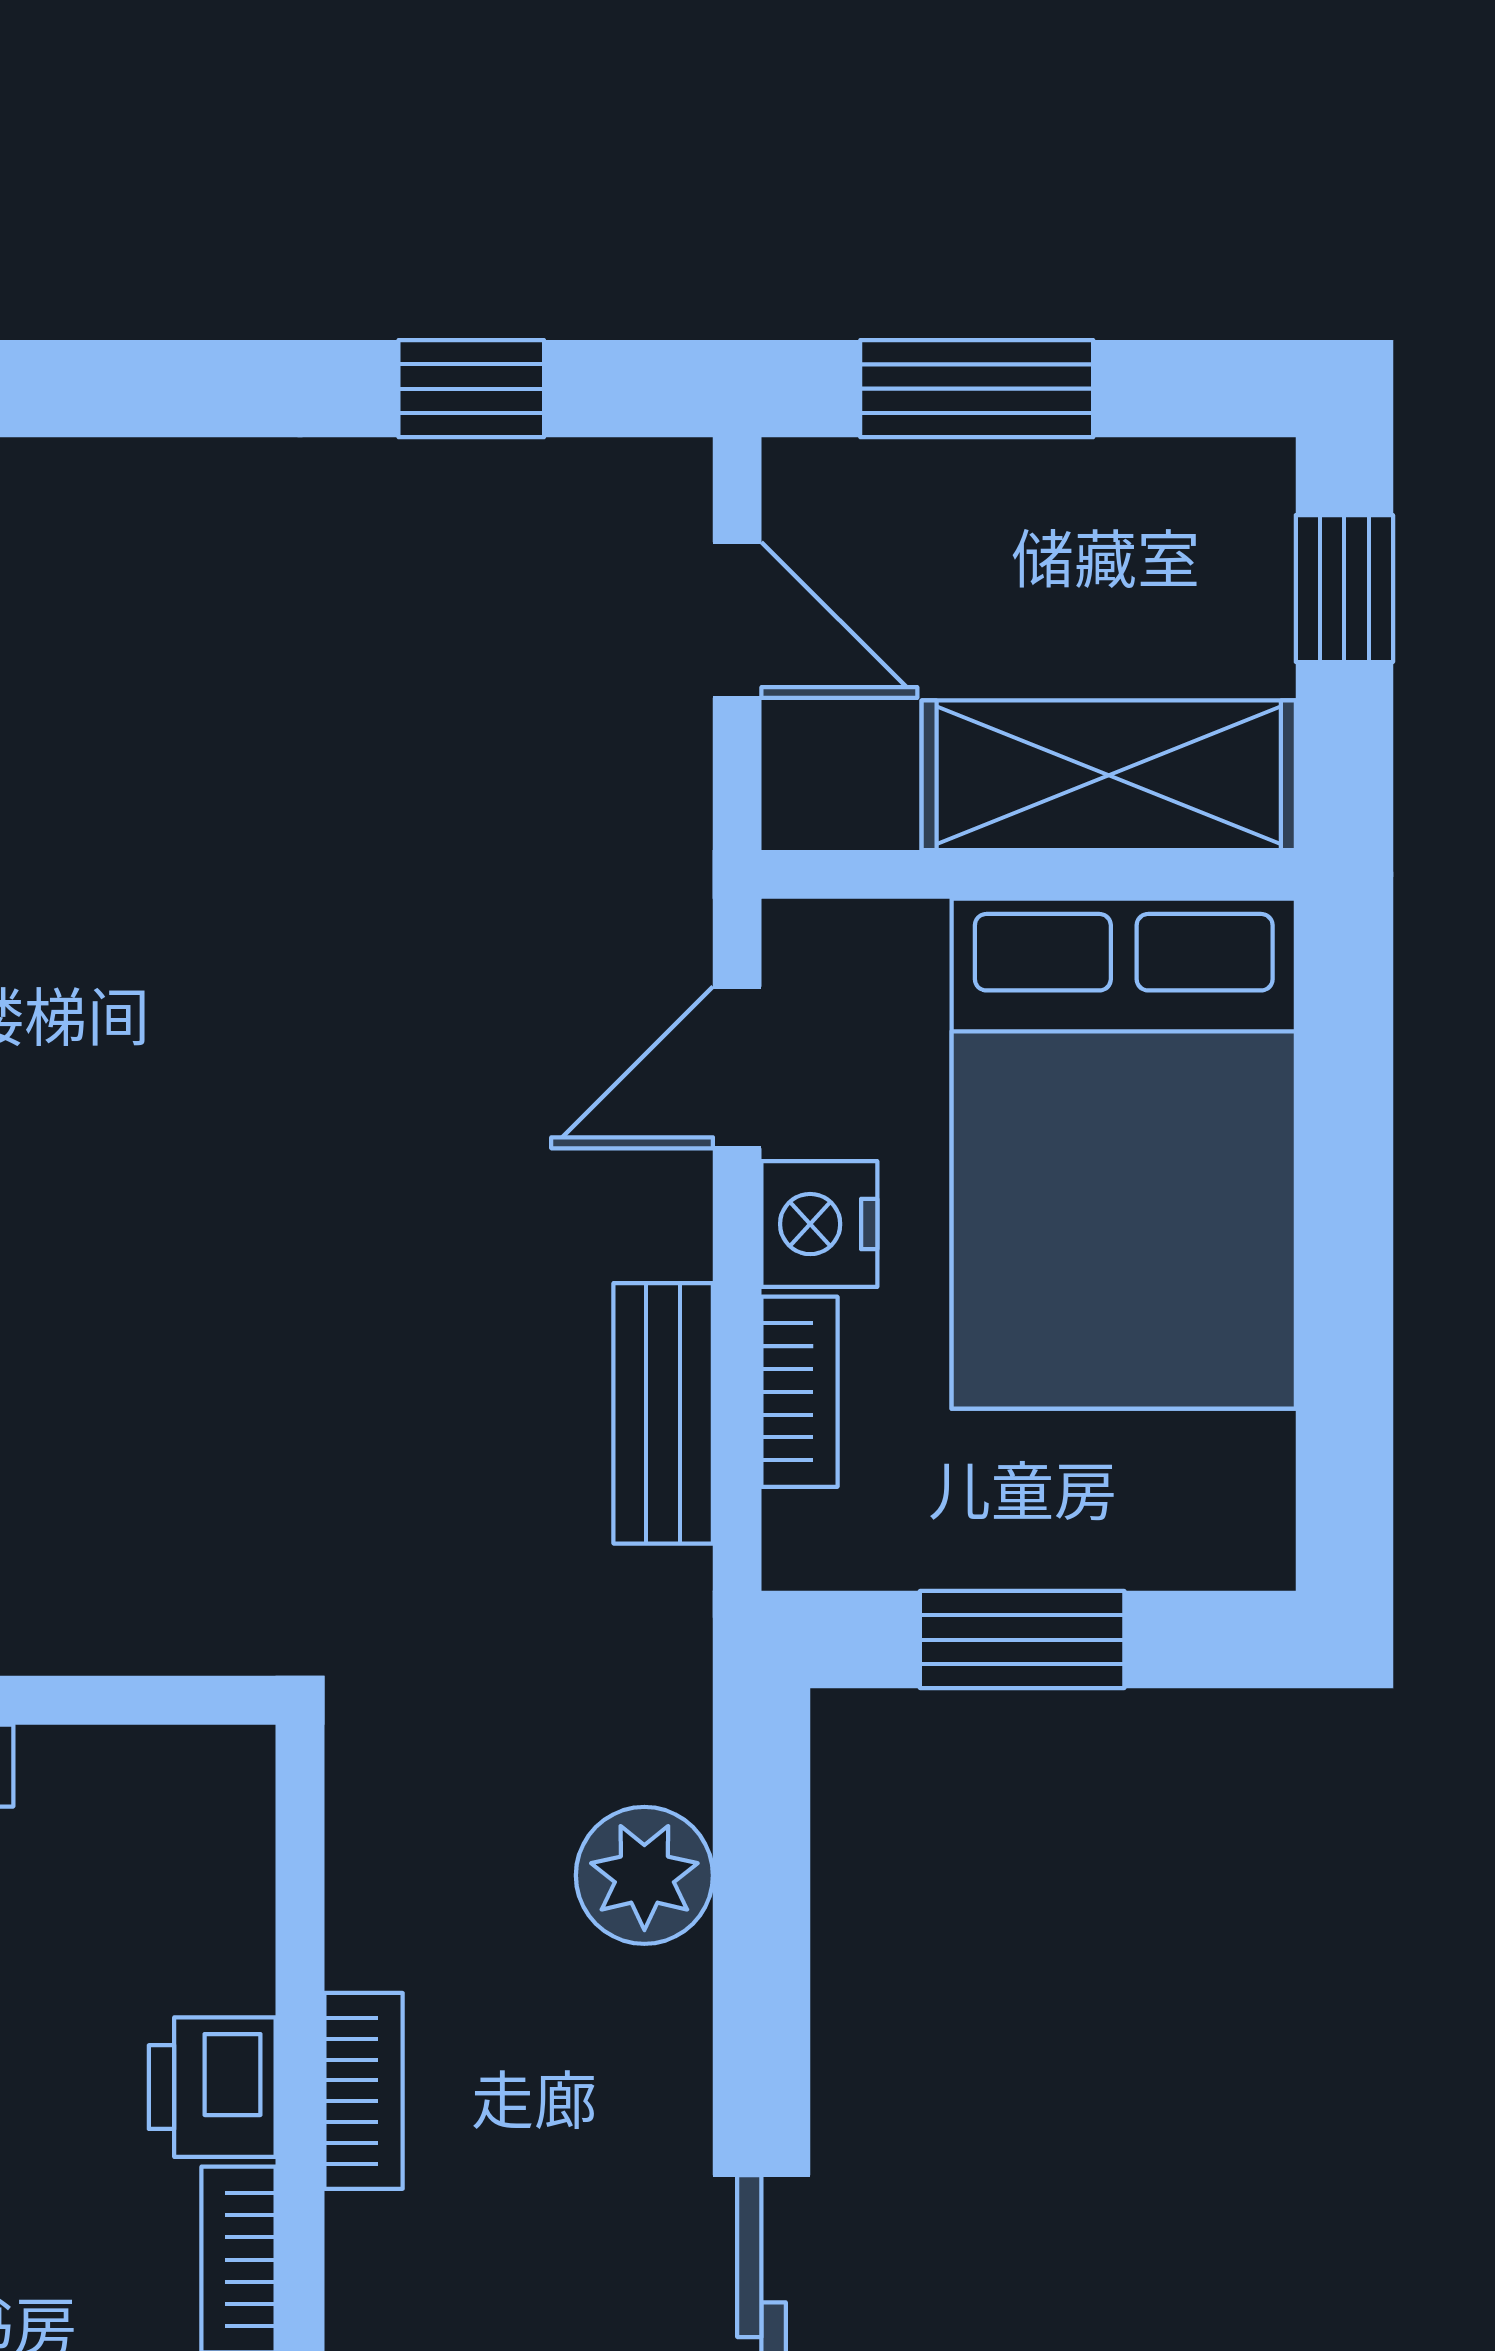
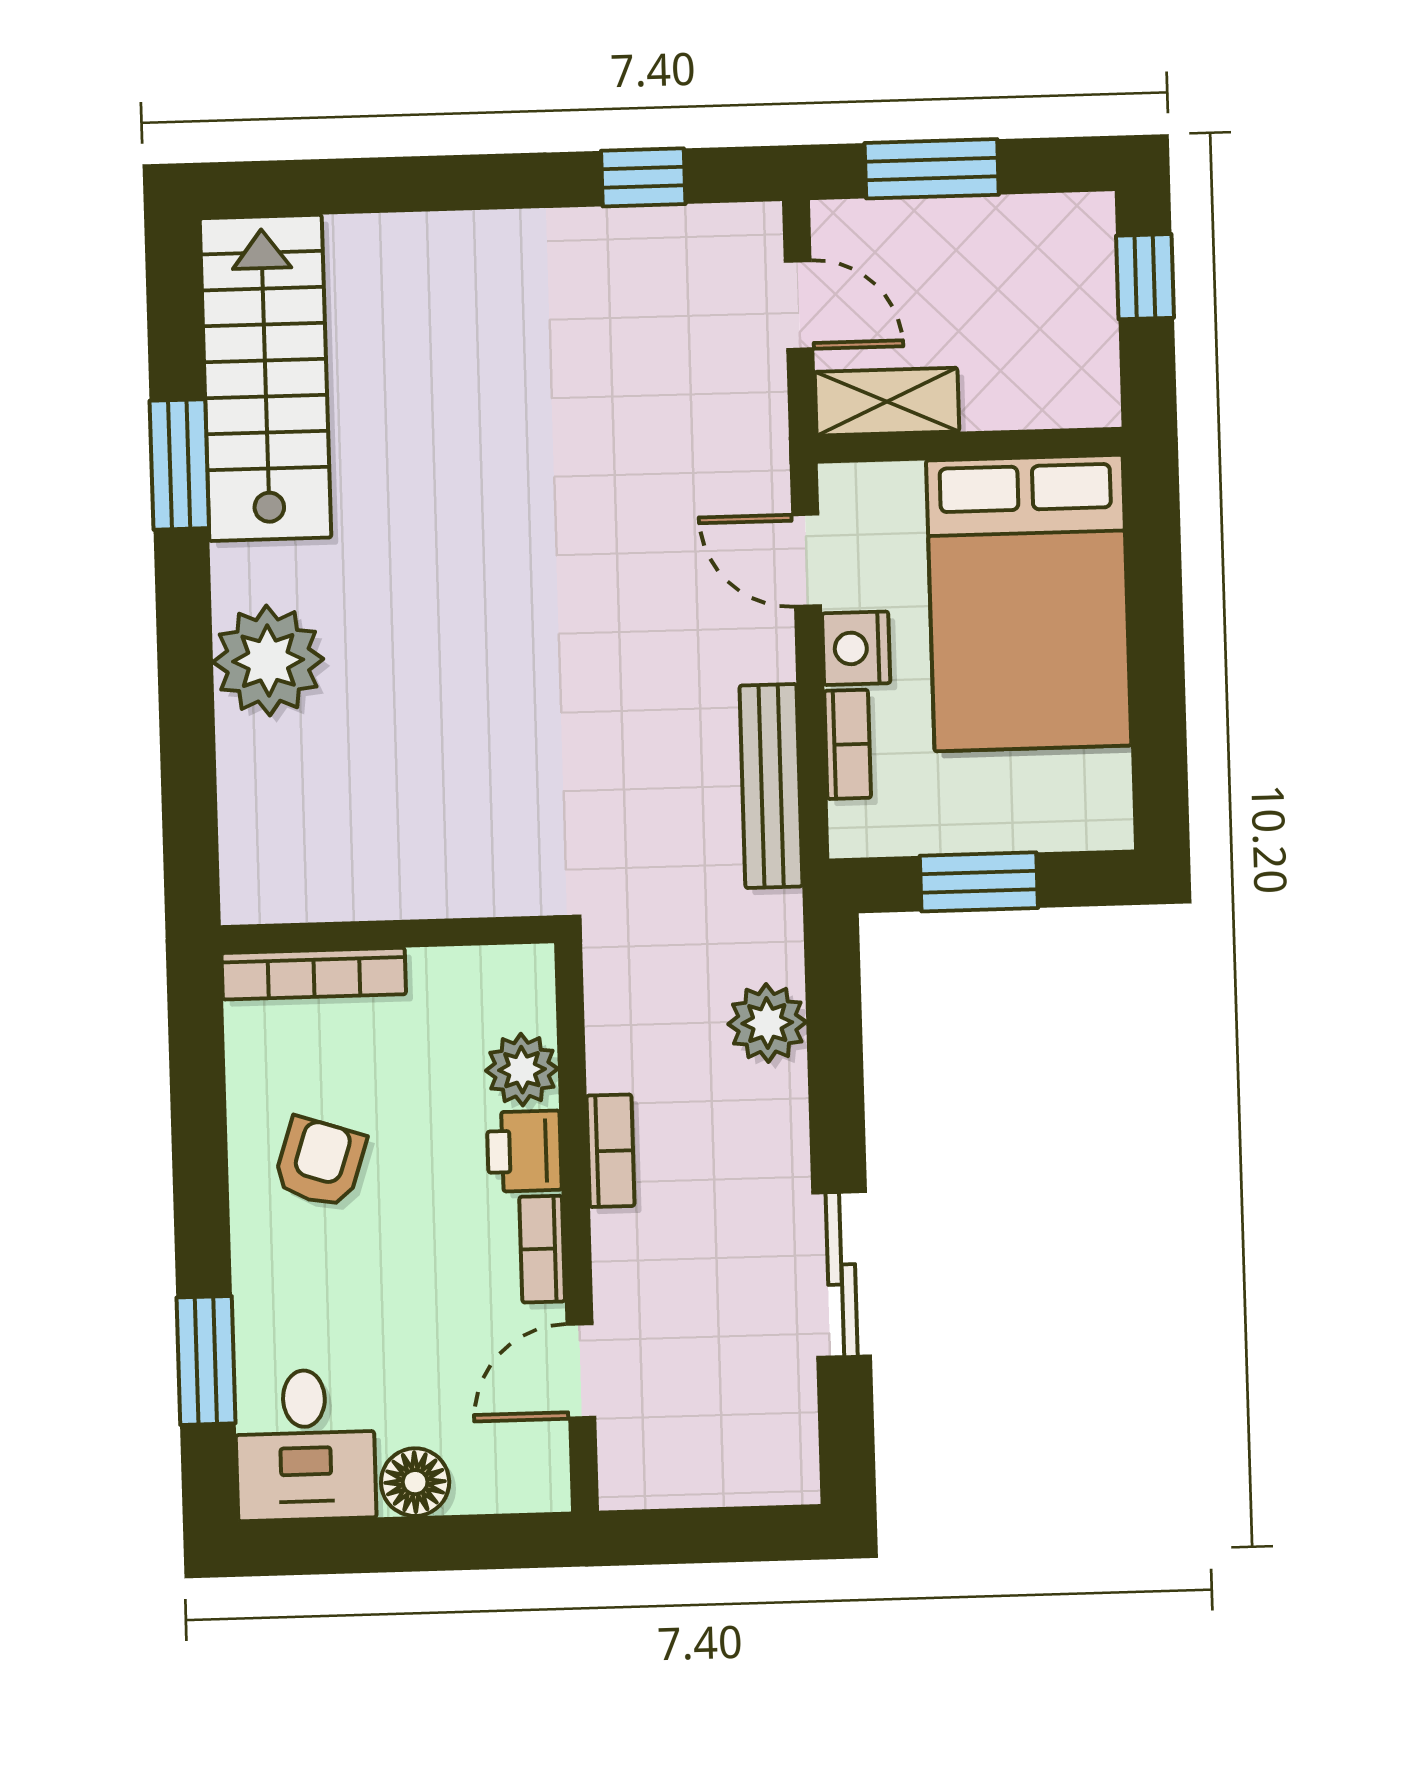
shelving: (1109, 775) -> (887, 402), moved, width x0.67, depth x0.75
door: (737, 1067) -> (807, 560), hinge flipped
bench: (663, 1413) -> (771, 786), width x1.36
plant: (213, 1944) -> (522, 1070), added

